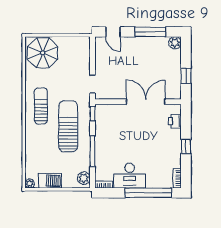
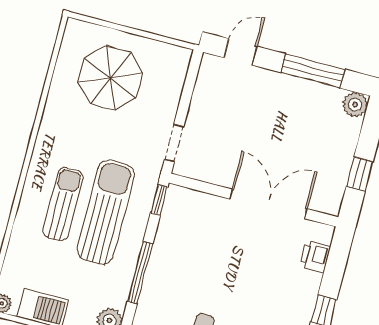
door: (113, 32) -> (241, 52), swing flipped
parasol: (43, 53) -> (110, 78), moved
sun lounger: (41, 106) -> (63, 204), moved

